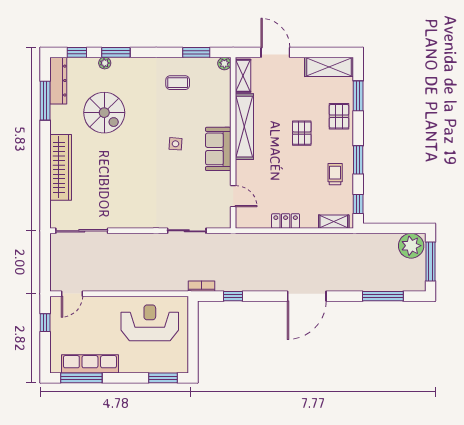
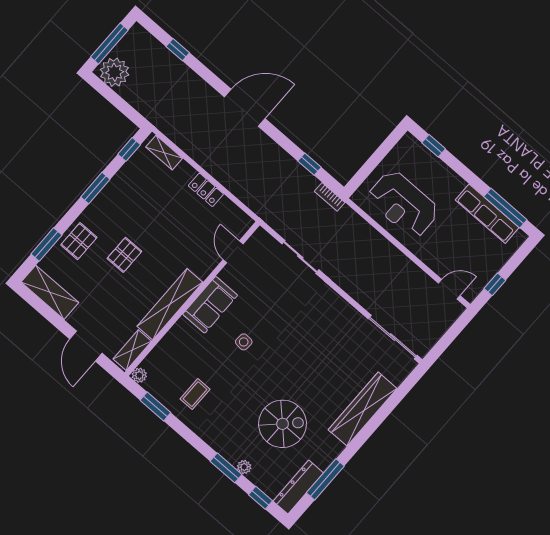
coffee table: (178, 83) -> (195, 394), turned 90
spiral stairs: (104, 113) -> (283, 424), turned 90
trolley: (335, 174) -> (127, 193), removed
window: (383, 296) -> (178, 50), width x0.46
window: (163, 378) -> (434, 146), width x0.67

